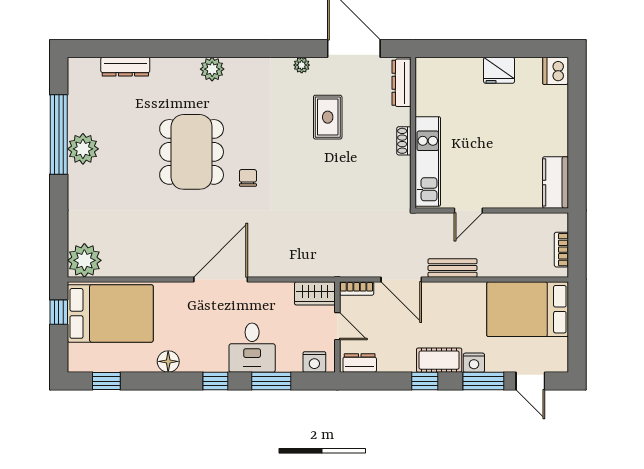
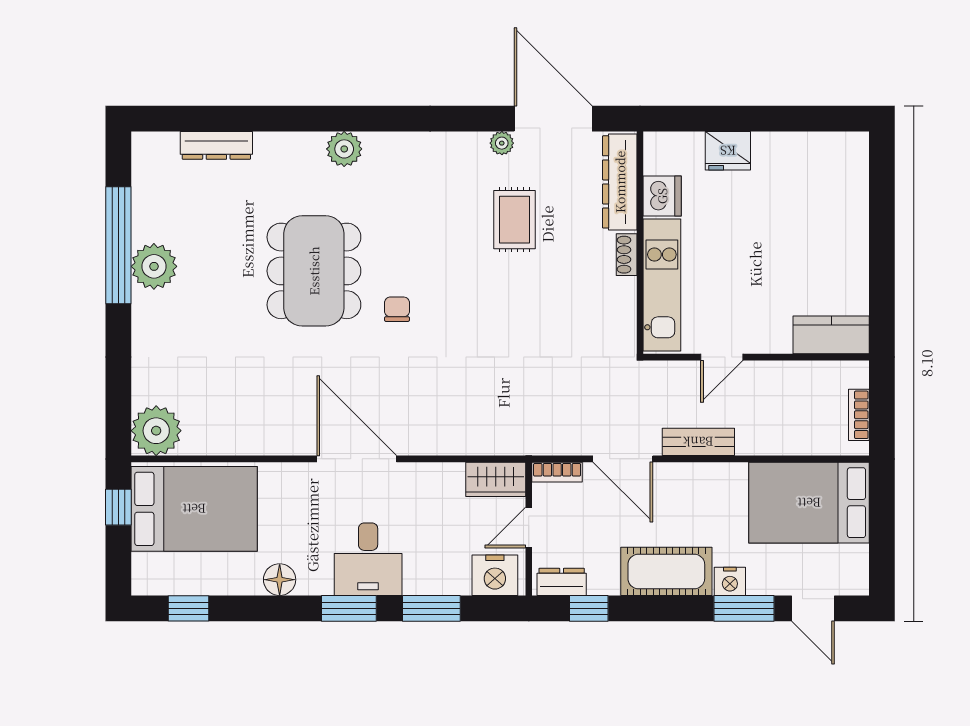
plant: (302, 65) -> (502, 143), moved
fridge: (499, 70) -> (728, 151), moved
dishwasher: (556, 71) -> (662, 196), moved, turned 180
dresser: (401, 83) -> (620, 182), width x1.37, depth x1.24
kitchen counter: (556, 182) -> (831, 335), moved, turned 90
door: (221, 280) -> (357, 459), hinge flipped
door: (337, 326) -> (529, 528), swing flipped
desk: (252, 348) -> (368, 559), moved
cot: (439, 360) -> (666, 571), width x1.37, depth x1.34
nightstand: (314, 362) -> (495, 575), width x1.36, depth x1.33
window: (215, 381) -> (349, 608), width x1.50
window: (425, 381) -> (589, 608), moved

